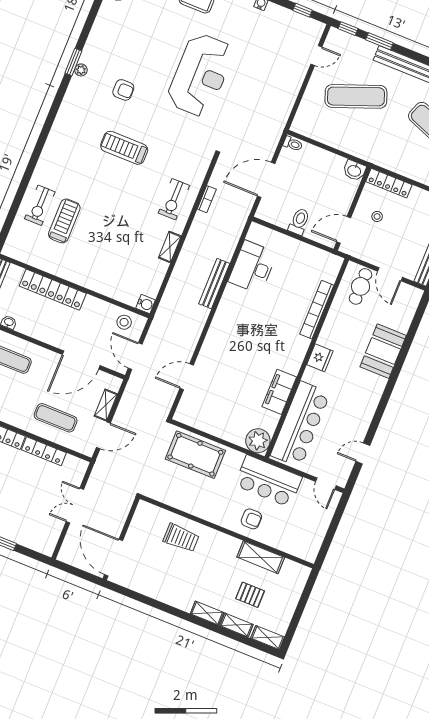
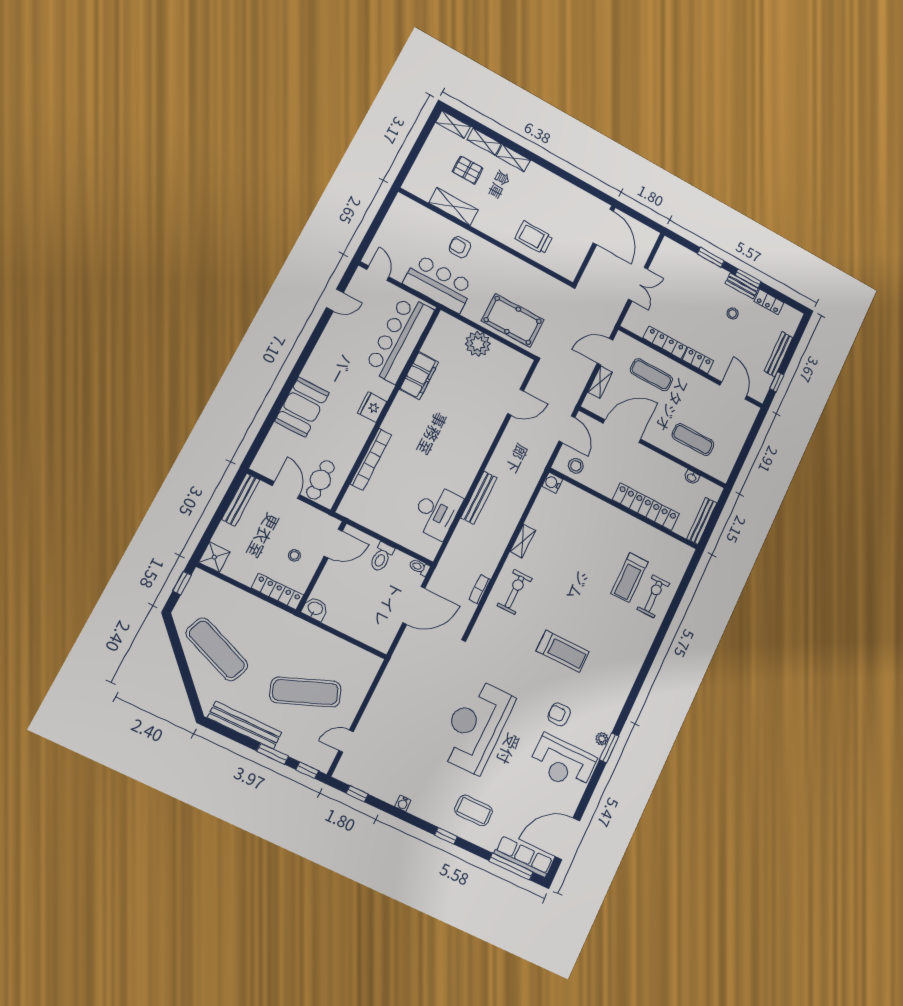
reception desk: (117, 46) -> (563, 763), added
toilet: (293, 144) -> (419, 567), moved
plant: (258, 441) -> (478, 344), moved

